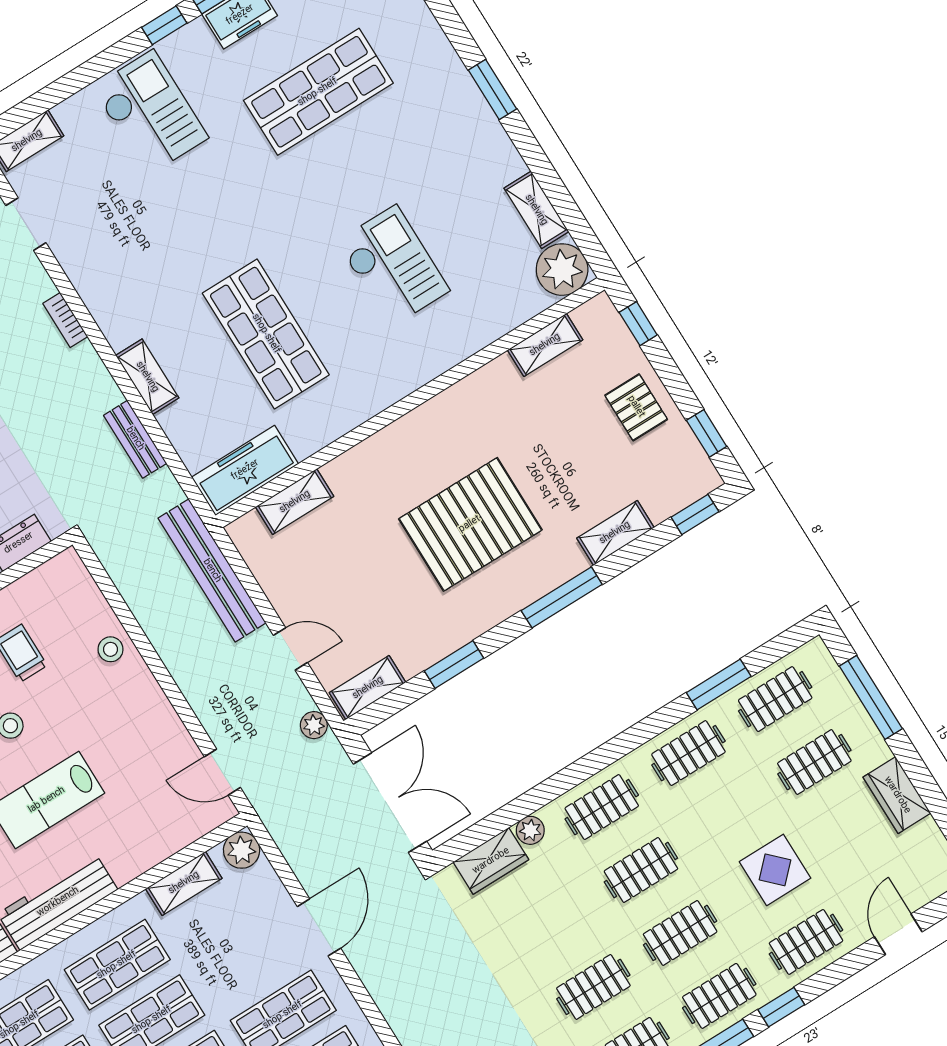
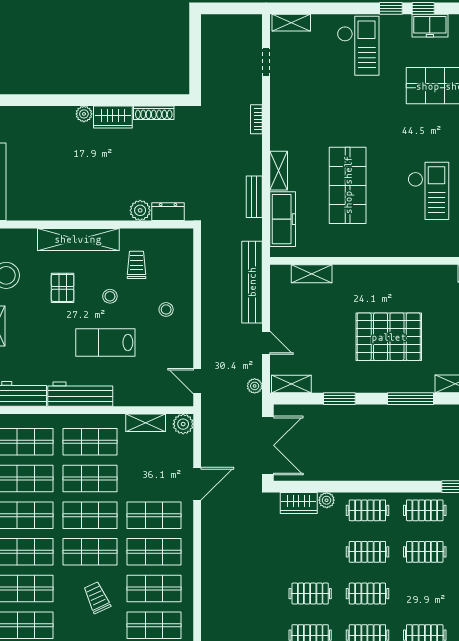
freezer: (245, 470) -> (283, 219), moved, turned 90
stool: (111, 649) -> (166, 309), moved
clothes rail: (728, 816) -> (425, 552), added
display table: (775, 870) -> (431, 592), removed

